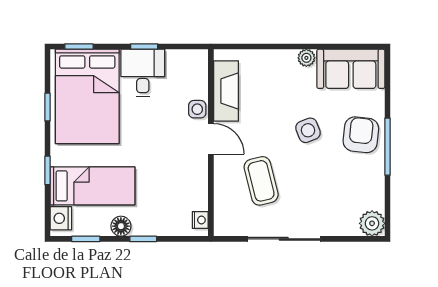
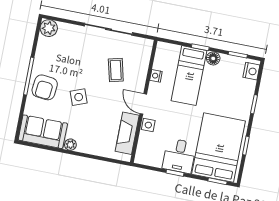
coffee table: (261, 181) -> (116, 70), width x0.73, depth x0.77
bed: (93, 186) -> (189, 76), moved, turned -90
nightstand: (200, 220) -> (156, 76), moved

